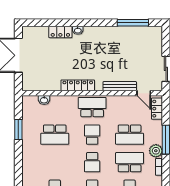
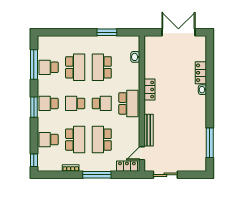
locker: (78, 85) -> (149, 90), width x0.66
plant: (156, 151) -> (86, 165), removed
school desk: (55, 162) -> (75, 67), added

